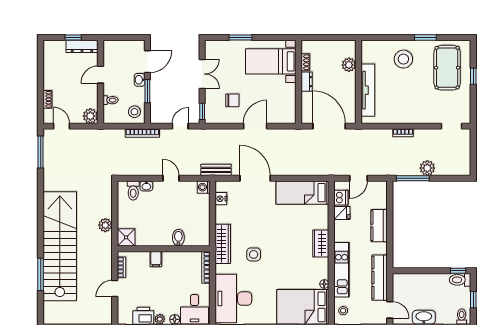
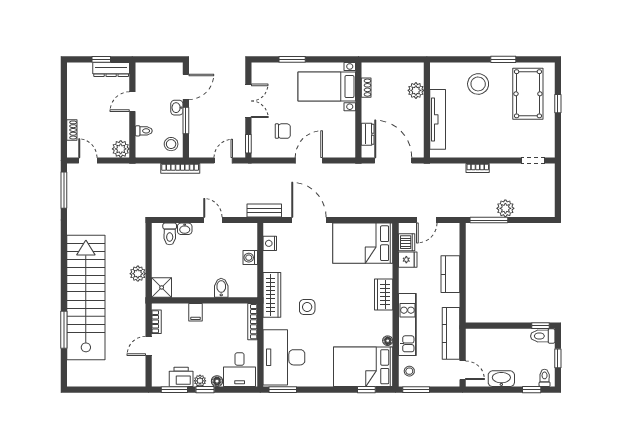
dresser: (307, 82) -> (368, 134), moved
washing machine: (204, 187) -> (250, 258), moved
bed: (302, 193) -> (363, 243), width x1.50

